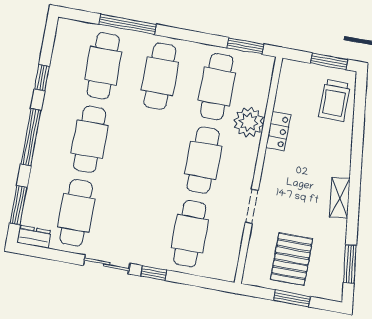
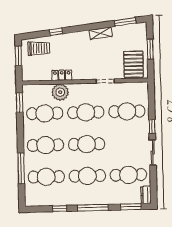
window: (358, 137) -> (56, 32), added
cafe table: (146, 150) -> (87, 144), added
shelving: (340, 198) -> (101, 33), moved
pallet: (292, 259) -> (134, 64), moved, turned 90

